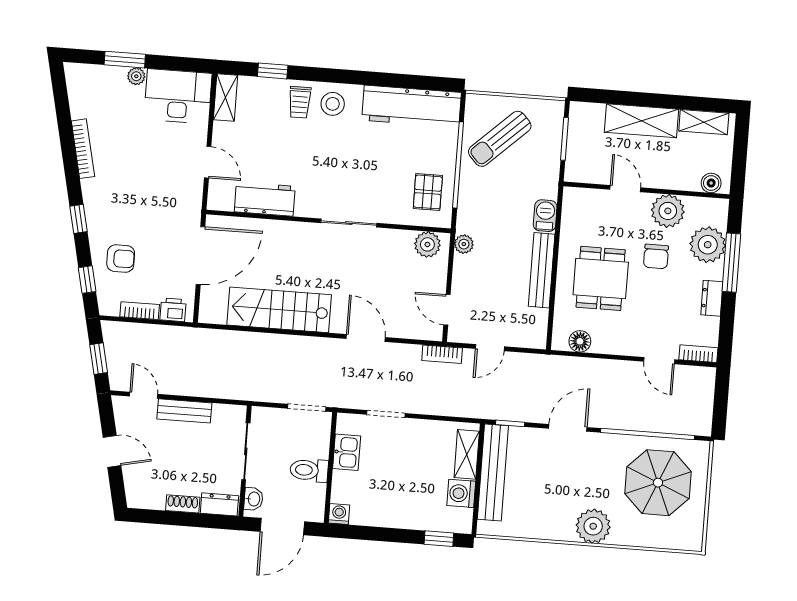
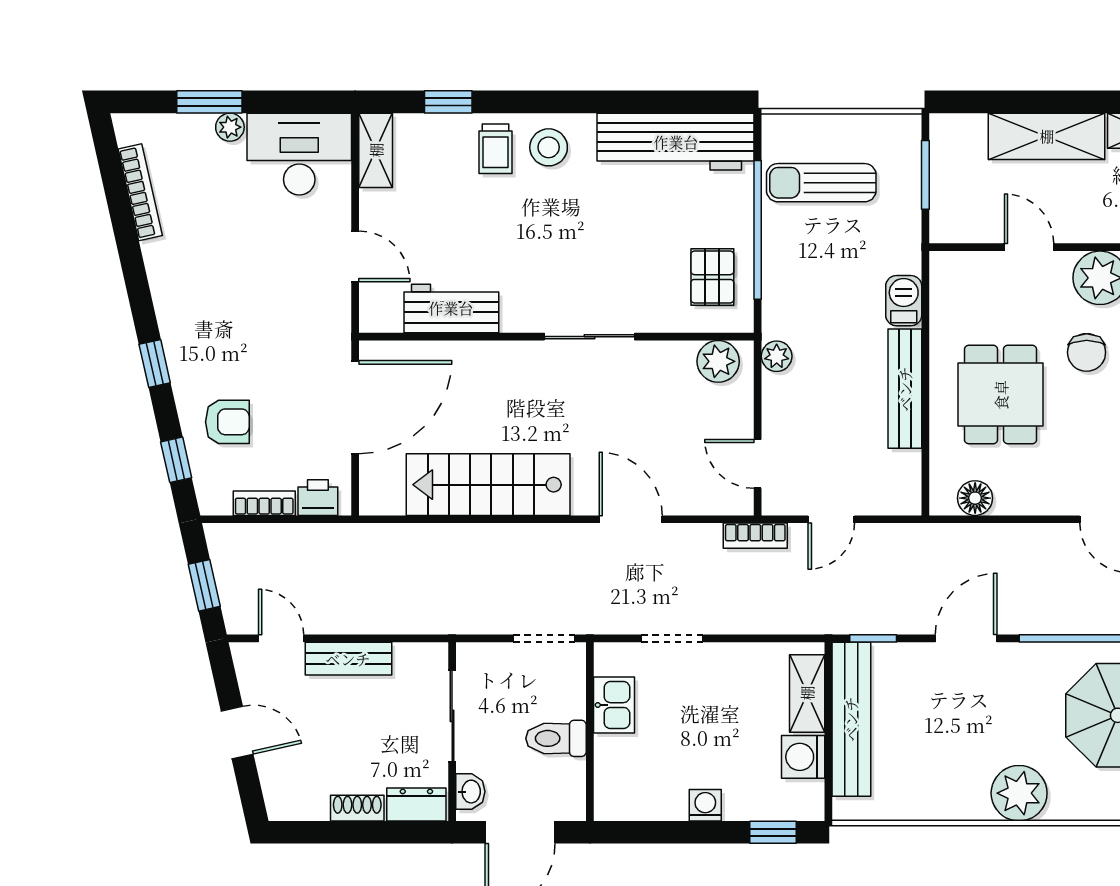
sun lounger: (500, 139) -> (821, 183), turned 43
bookcase: (83, 149) -> (140, 192), moved
washing machine: (339, 514) -> (705, 805), moved

